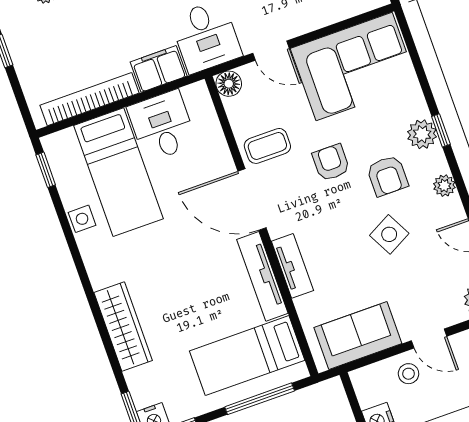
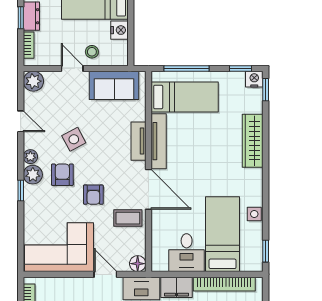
plant: (422, 134) -> (33, 175), moved

